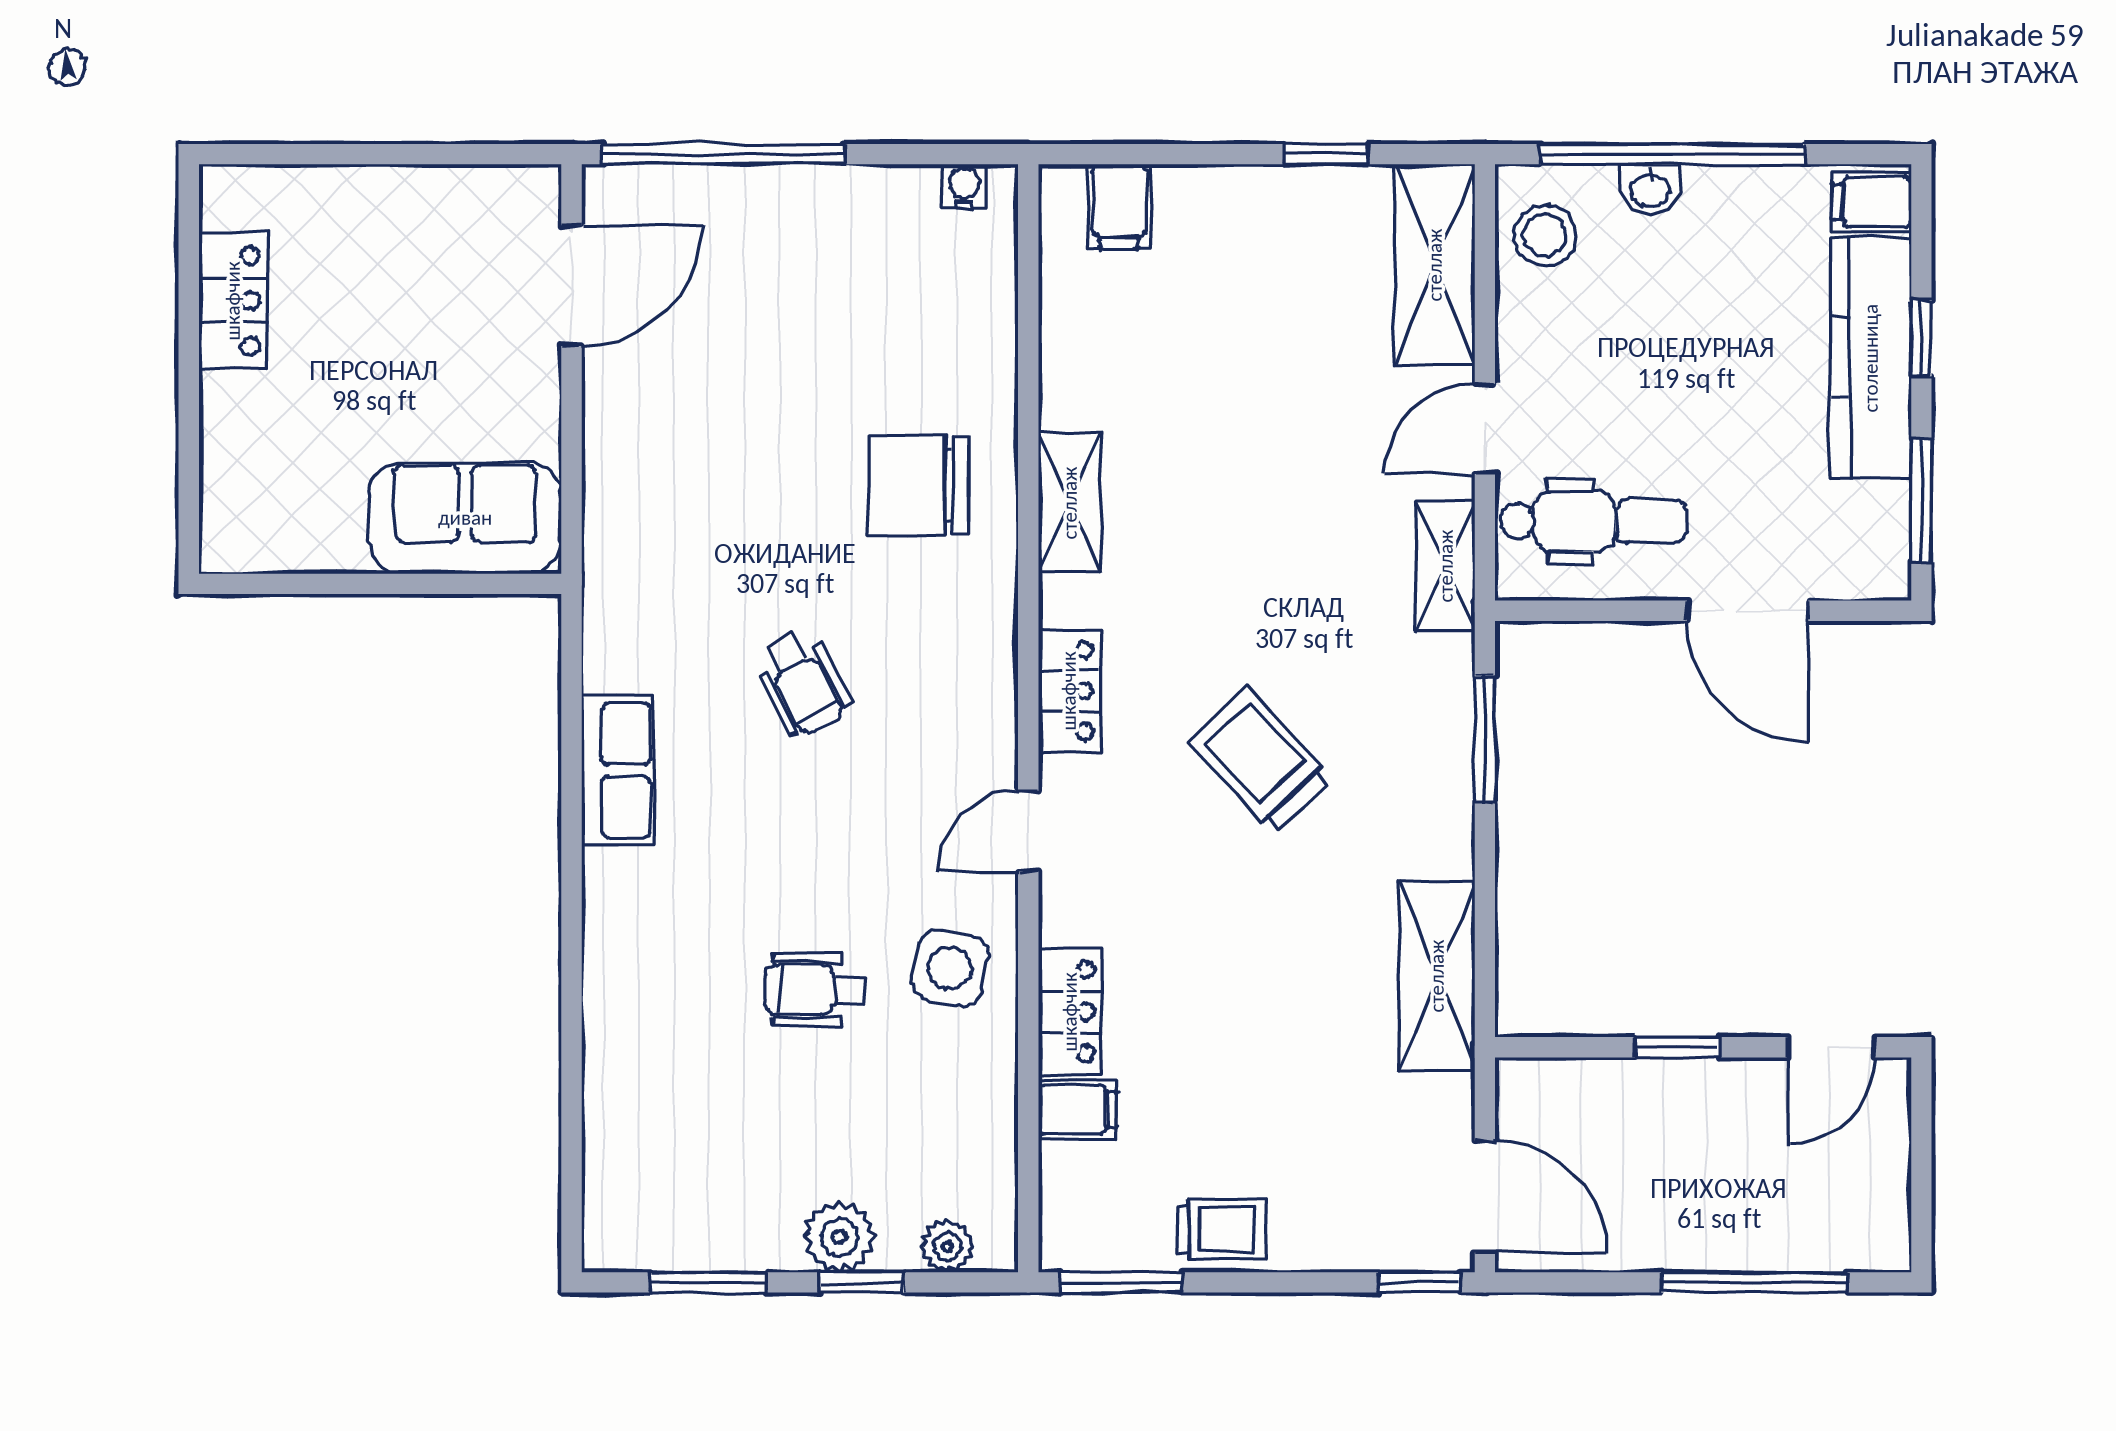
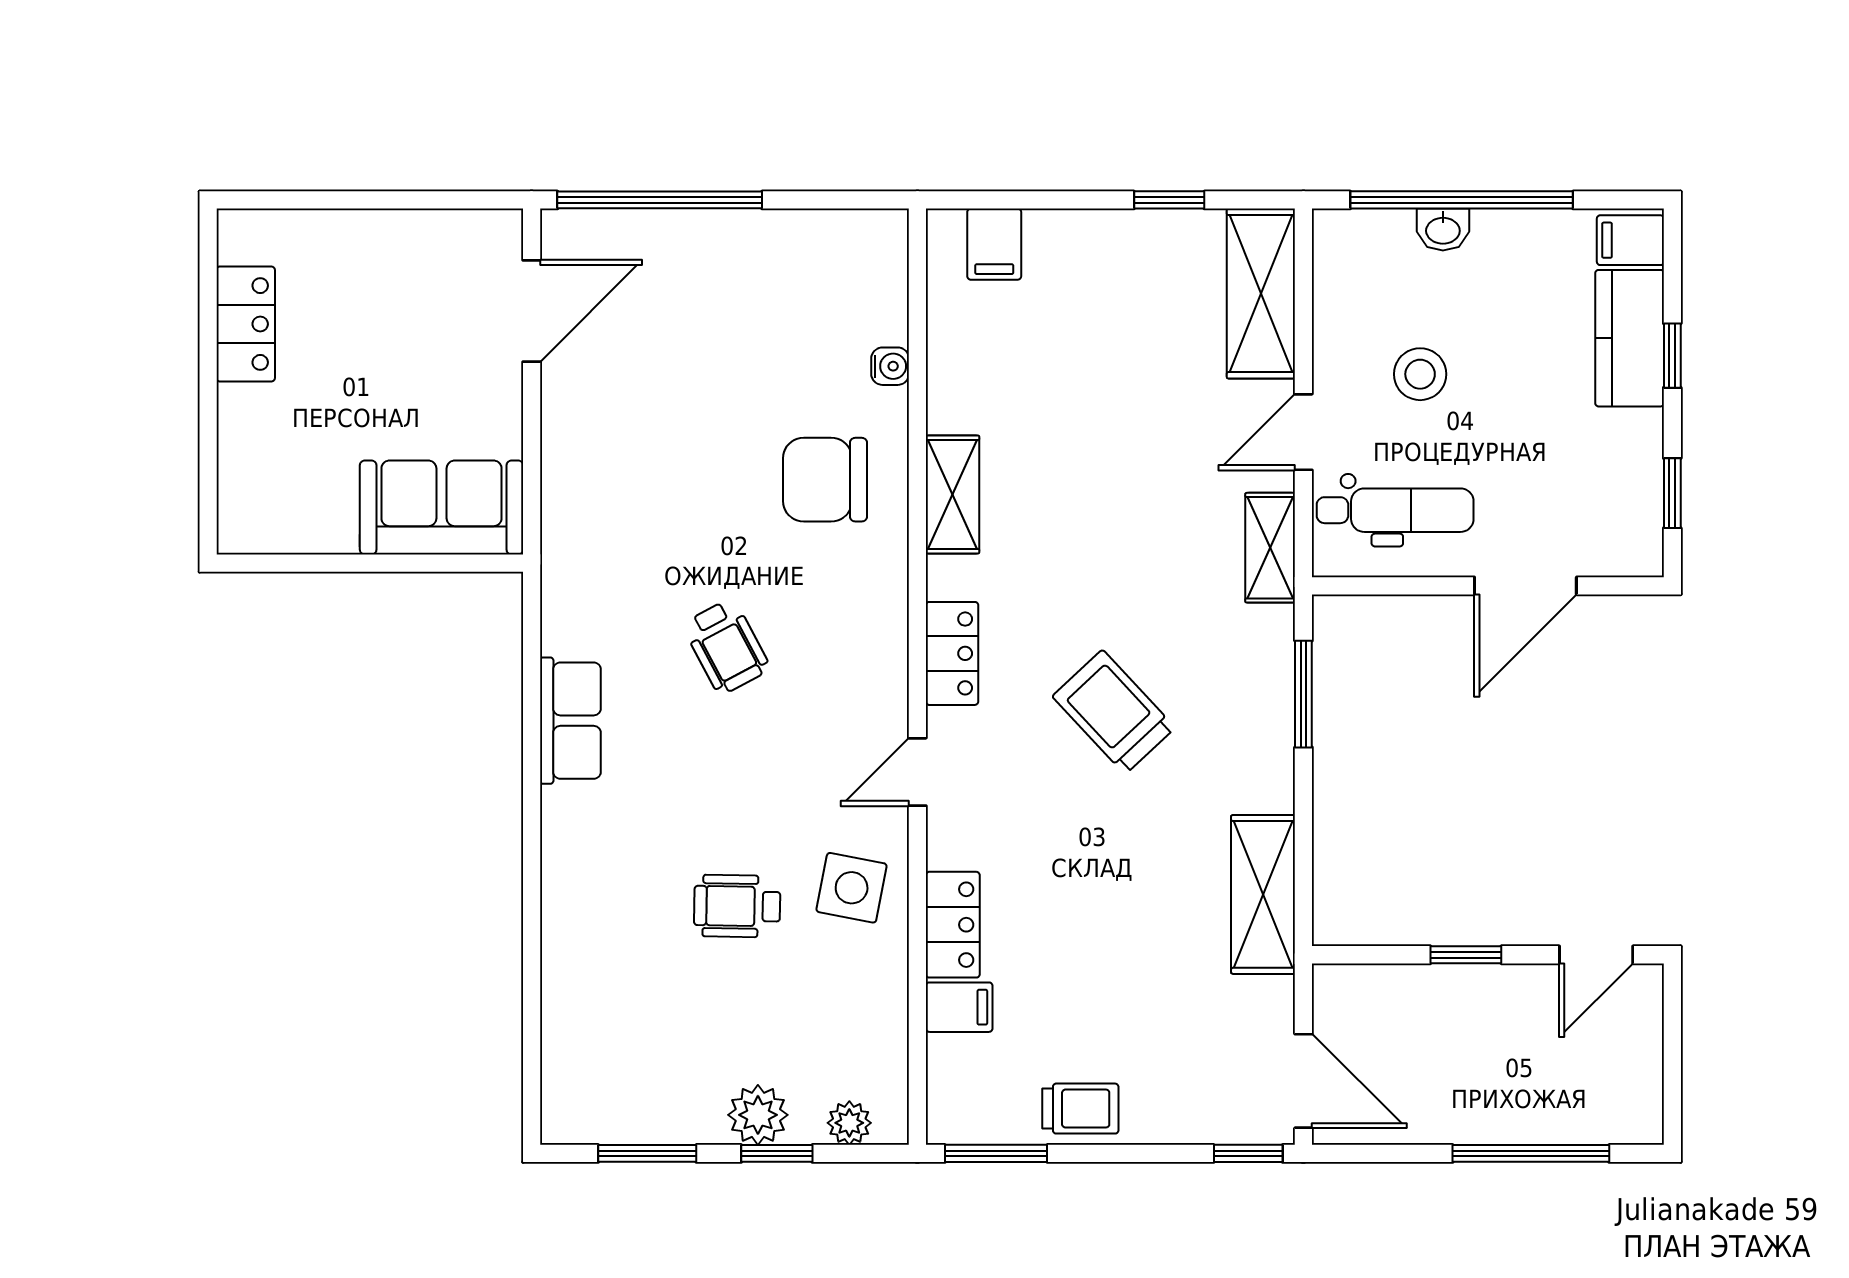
water cooler: (964, 186) -> (890, 366), moved, turned 90
stool: (1545, 235) -> (1420, 374), moved
kitchen counter: (1871, 358) -> (1630, 338), width x0.67
window: (1921, 501) -> (1672, 493), width x0.67
door: (1748, 611) -> (1525, 586), hinge flipped

